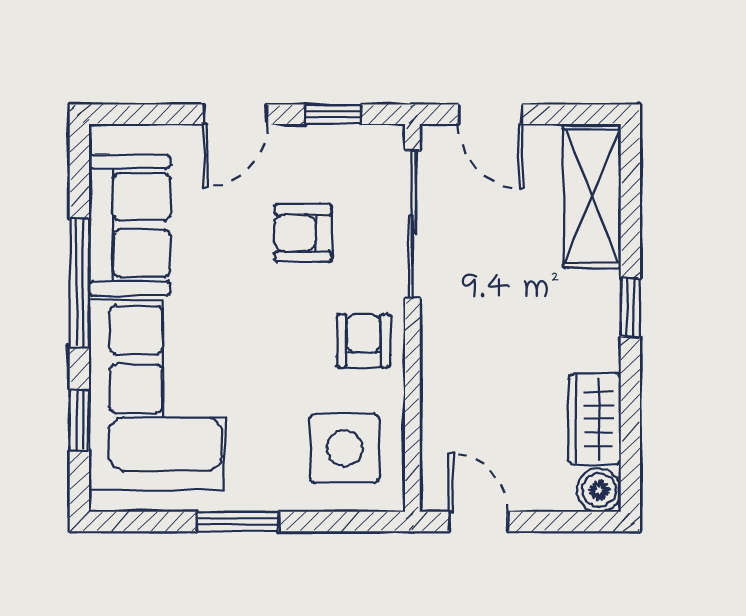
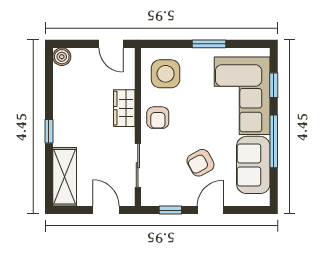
sliding door: (412, 224) -> (138, 165), width x0.73
armchair: (303, 233) -> (200, 163), moved, turned 152
wardrobe: (594, 419) -> (124, 108), moved, turned 180

